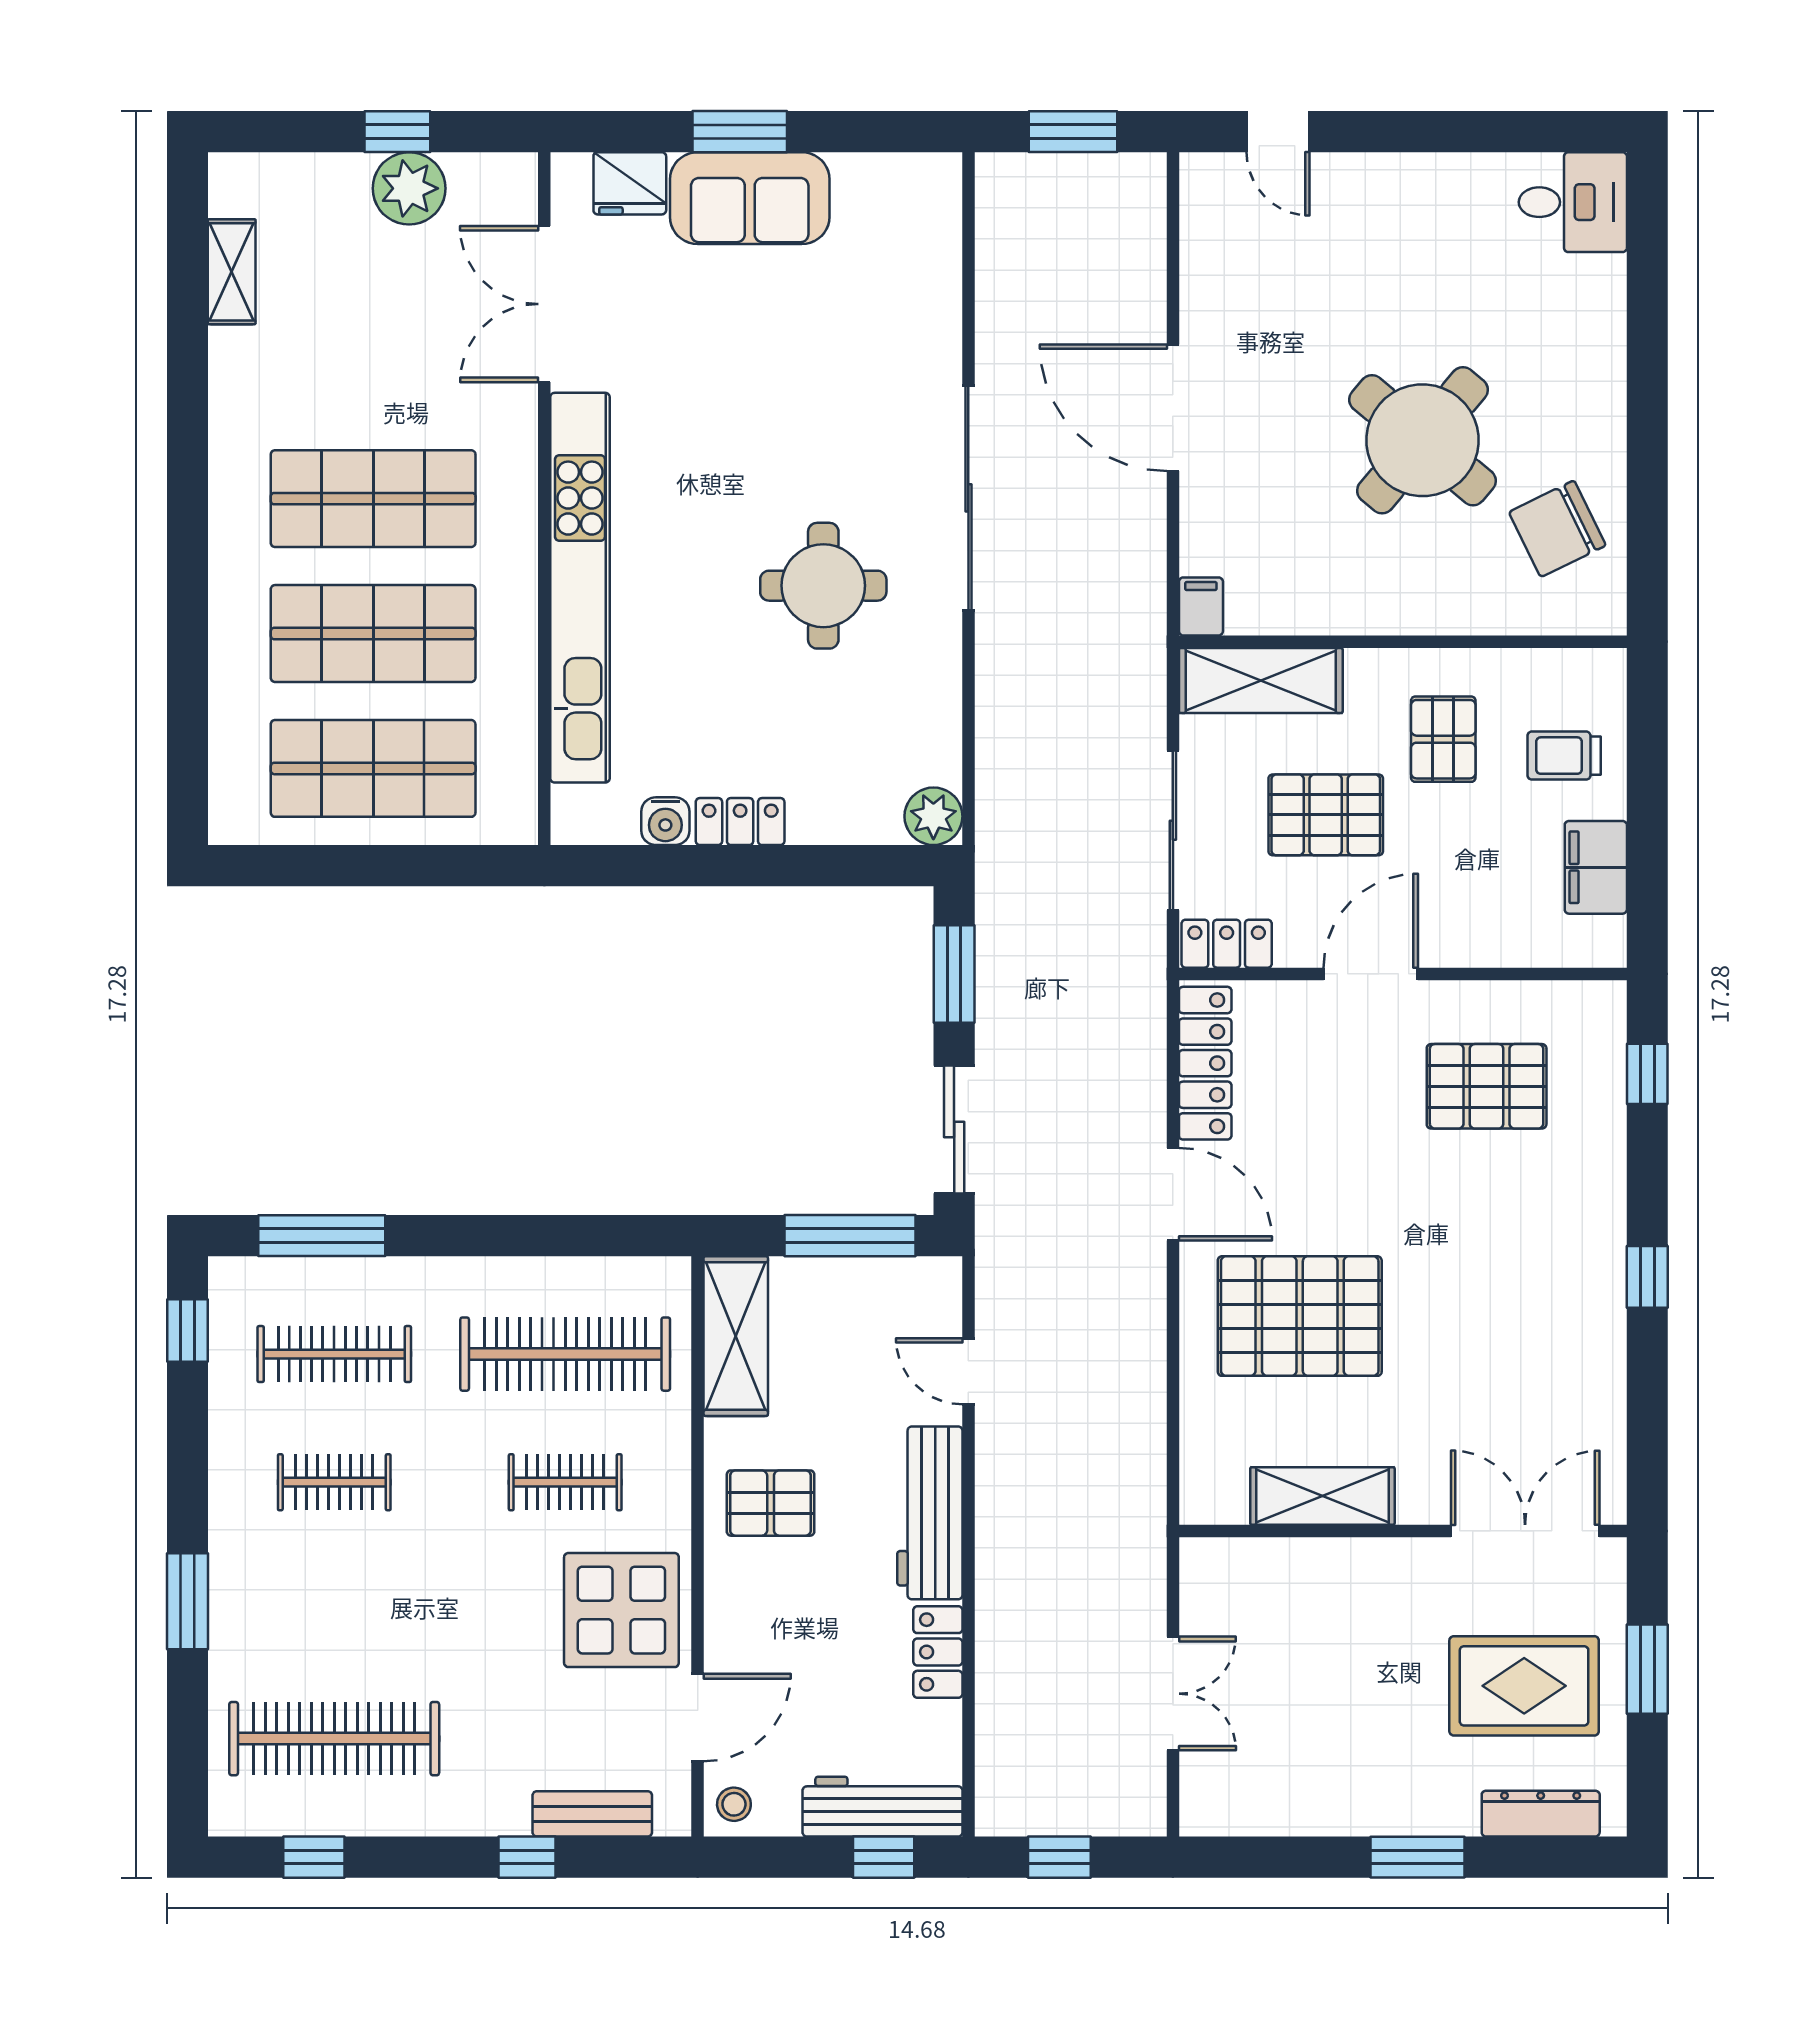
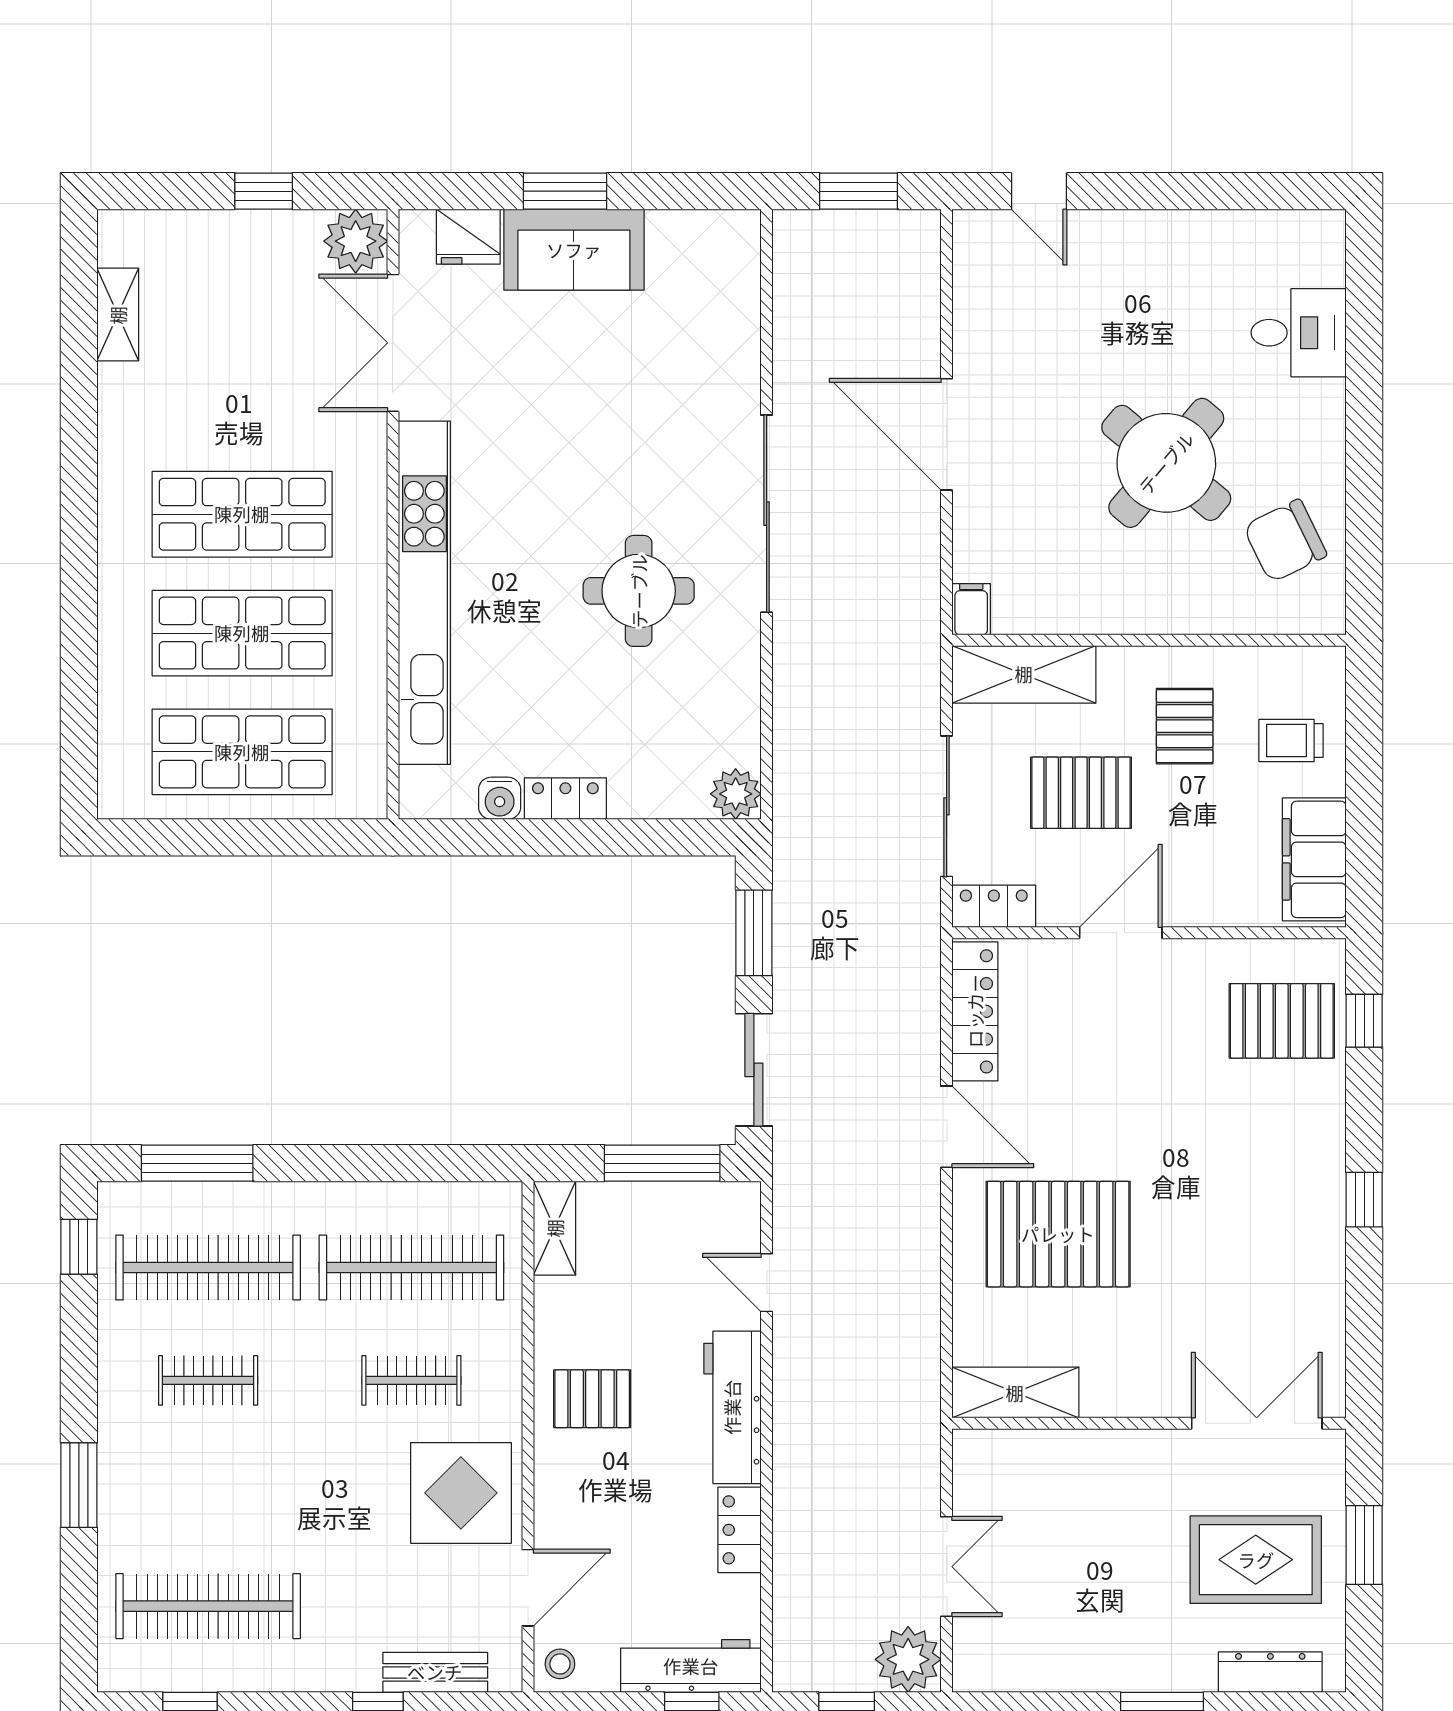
plant: (409, 188) -> (356, 241), moved
desk: (1573, 202) -> (1299, 333), moved
filing cabinet: (1596, 867) -> (1314, 859), width x1.50, depth x1.17
pallet: (1487, 1086) -> (1282, 1021), moved
shelving: (736, 1336) -> (555, 1228), width x0.67, depth x0.75
clothes rail: (334, 1354) -> (208, 1268), width x1.37, depth x1.31
shelving: (1322, 1496) -> (1015, 1393), moved
plant: (1129, 1799) -> (908, 1659), added

